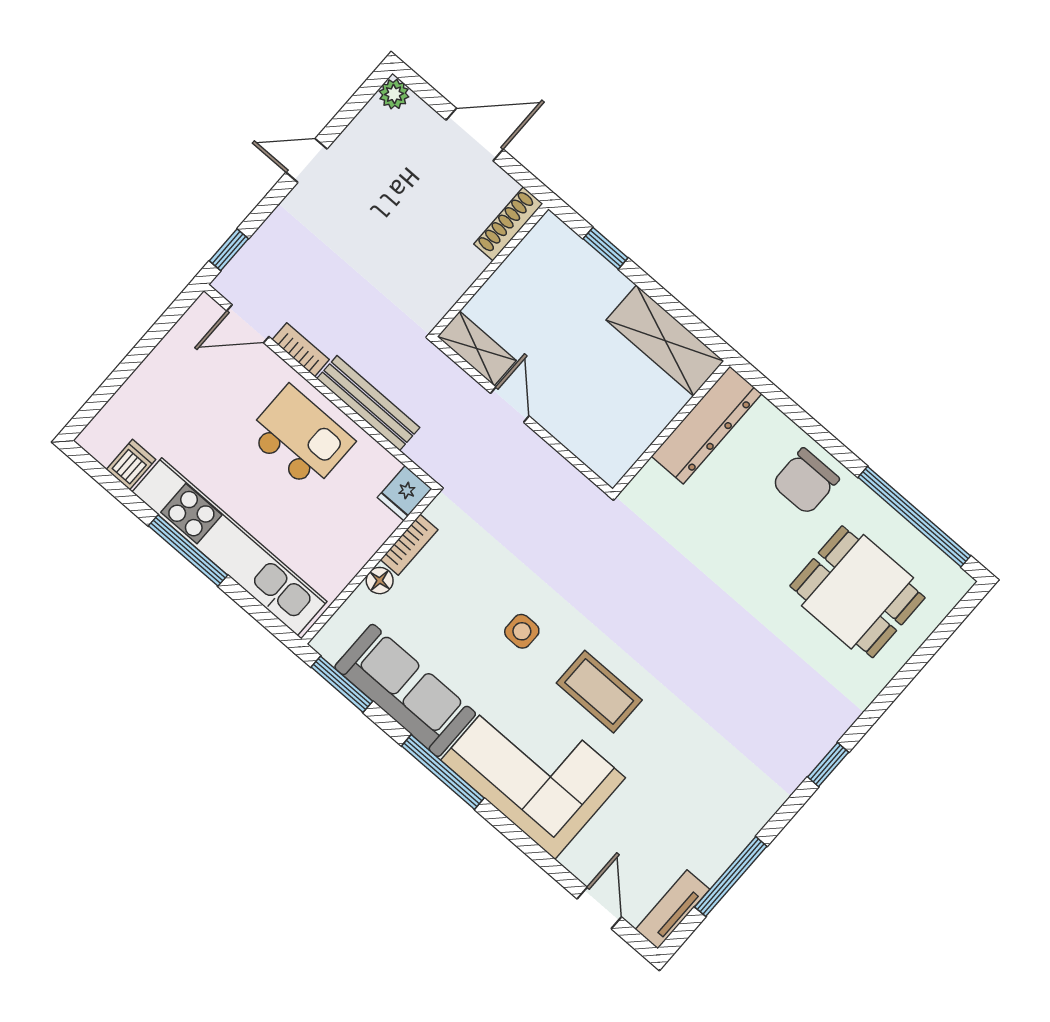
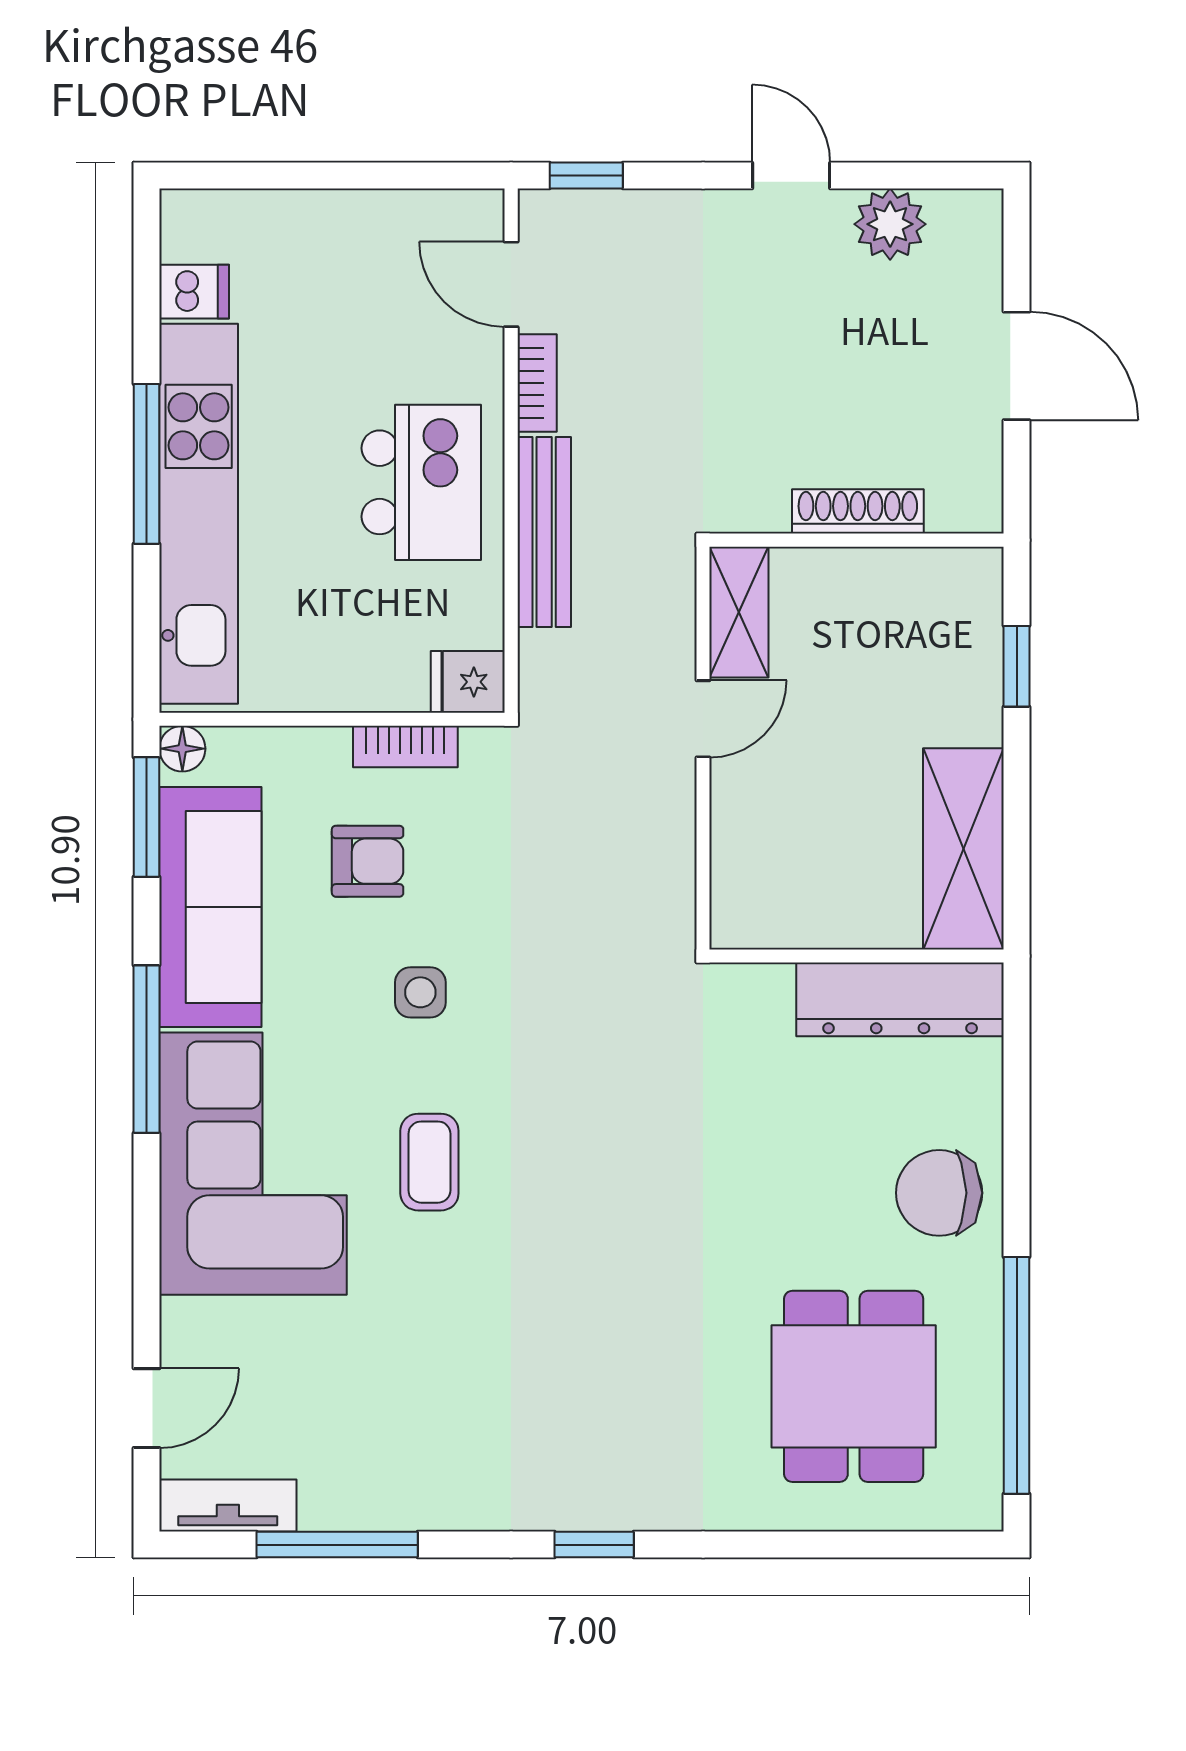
plant: (394, 94) -> (890, 224), moved, width x1.38, depth x1.38
shoe rack: (508, 224) -> (858, 511), moved
floor lamp: (380, 581) -> (182, 749), moved
armchair: (445, 605) -> (368, 861), added
coffee table: (599, 692) -> (429, 1162), width x0.73, depth x0.77

